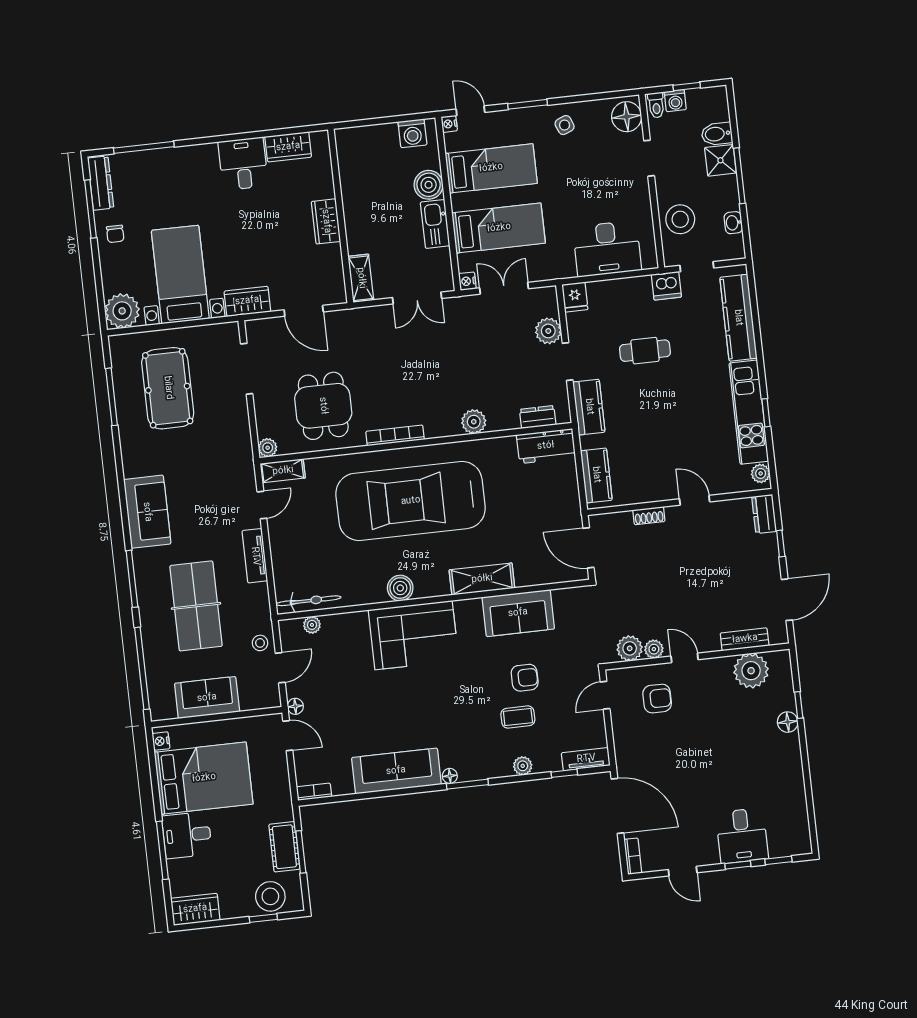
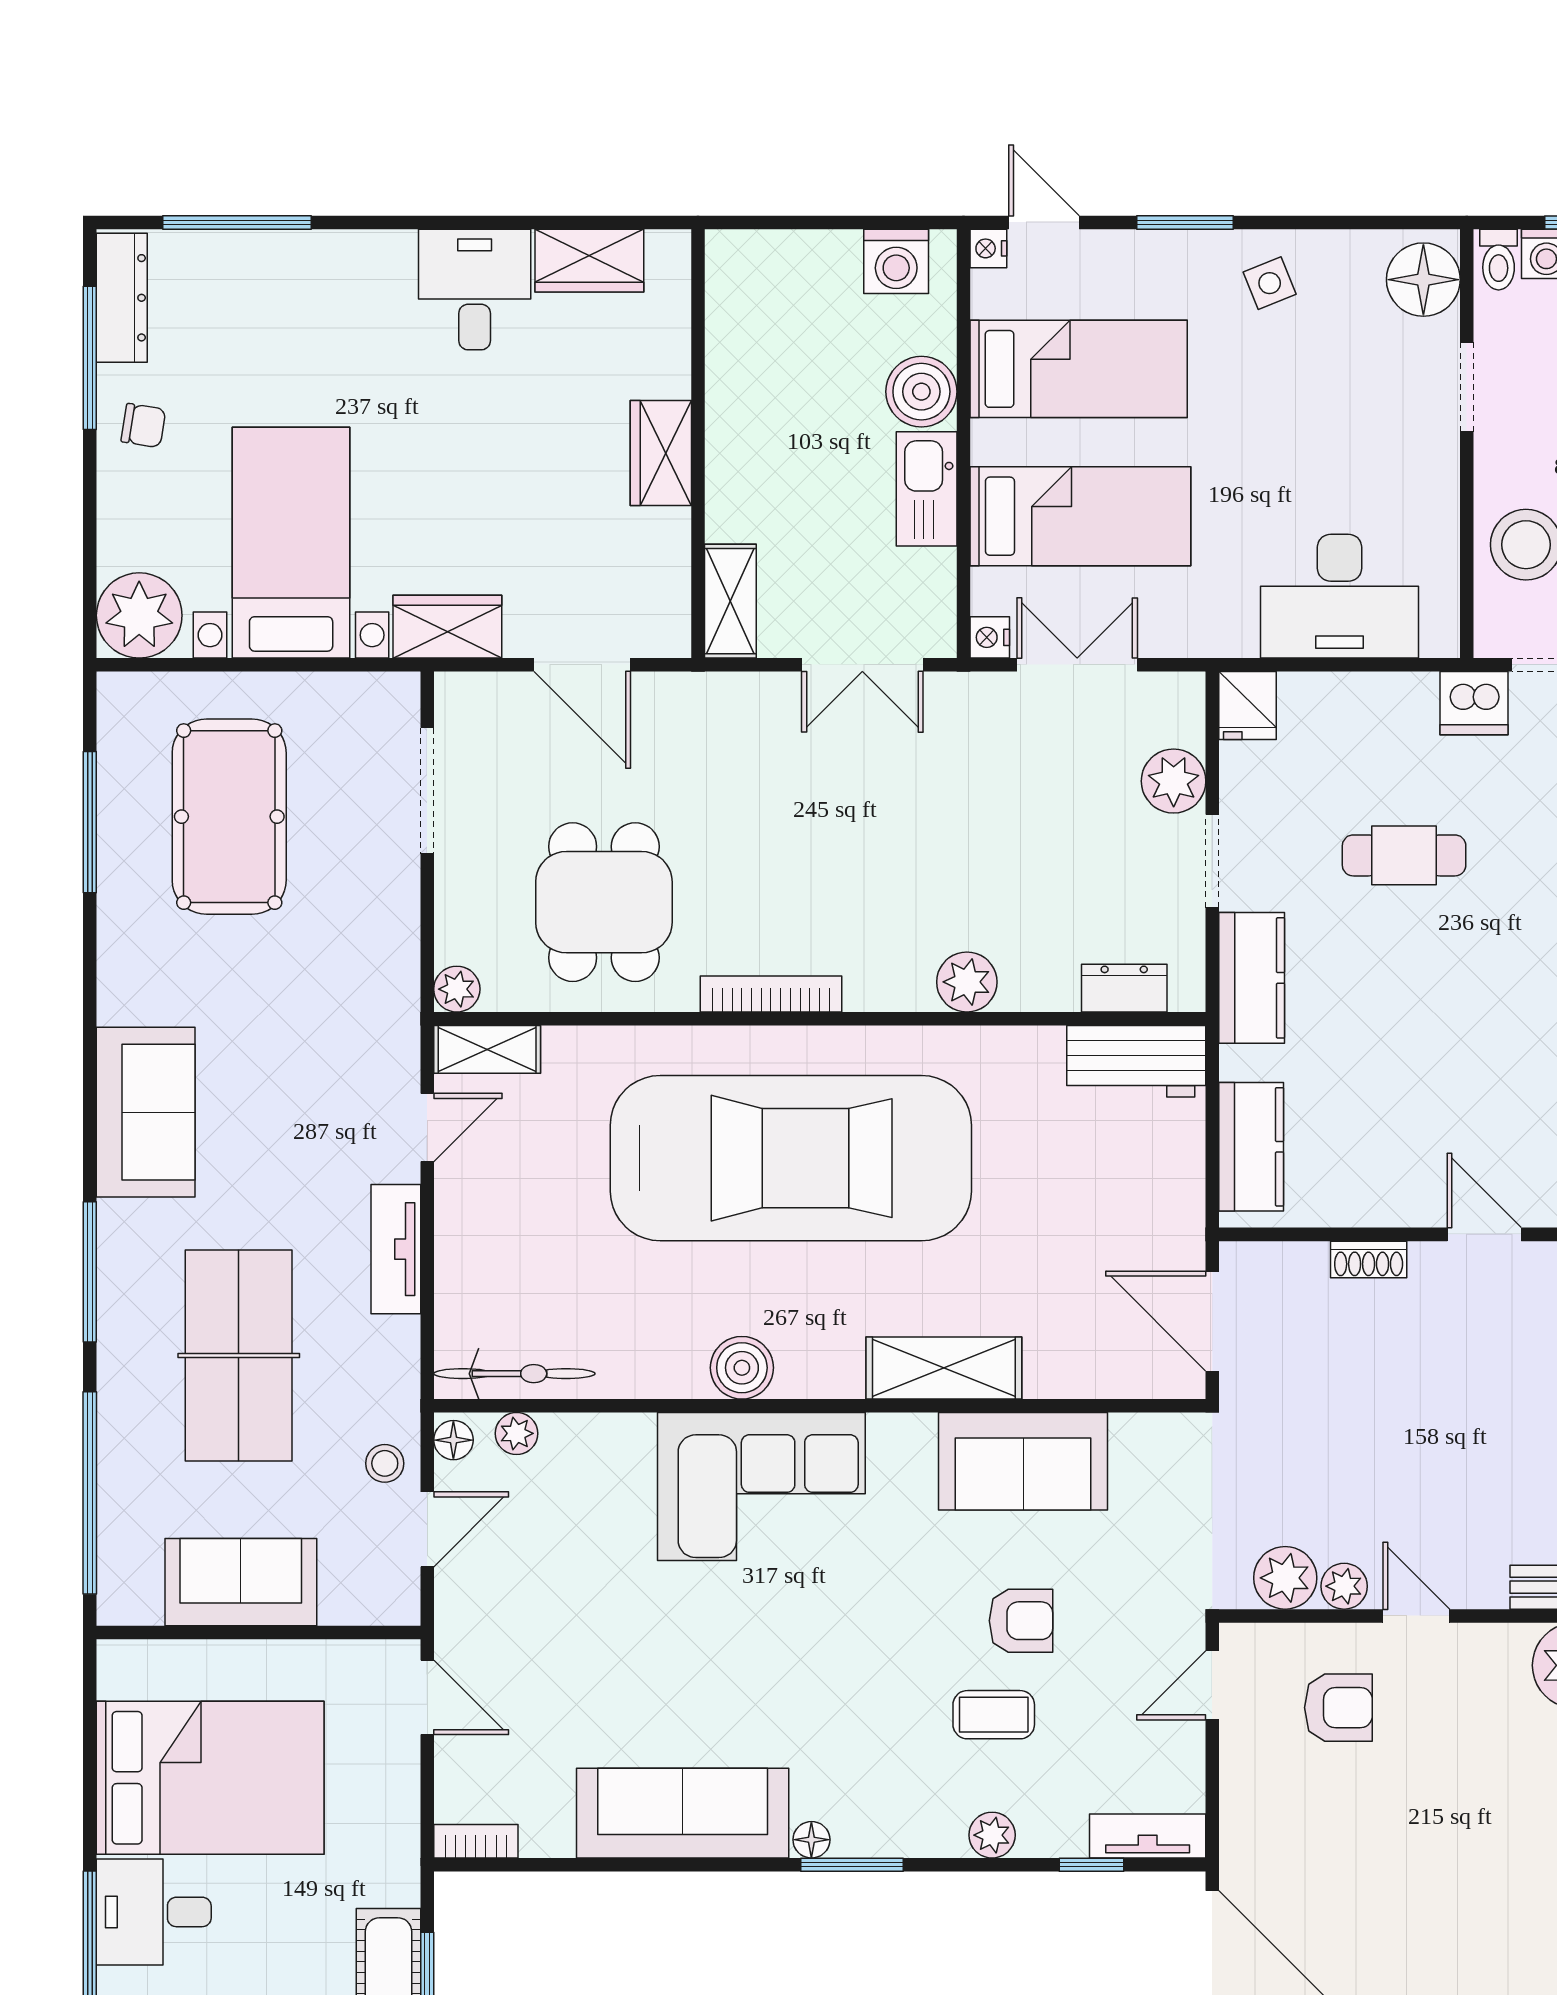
chair: (115, 234) -> (143, 425), turned -81
car: (411, 501) -> (791, 1158), turned 180
floor lamp: (295, 706) -> (453, 1440), moved
nightstand: (161, 741) -> (116, 1676), removed

